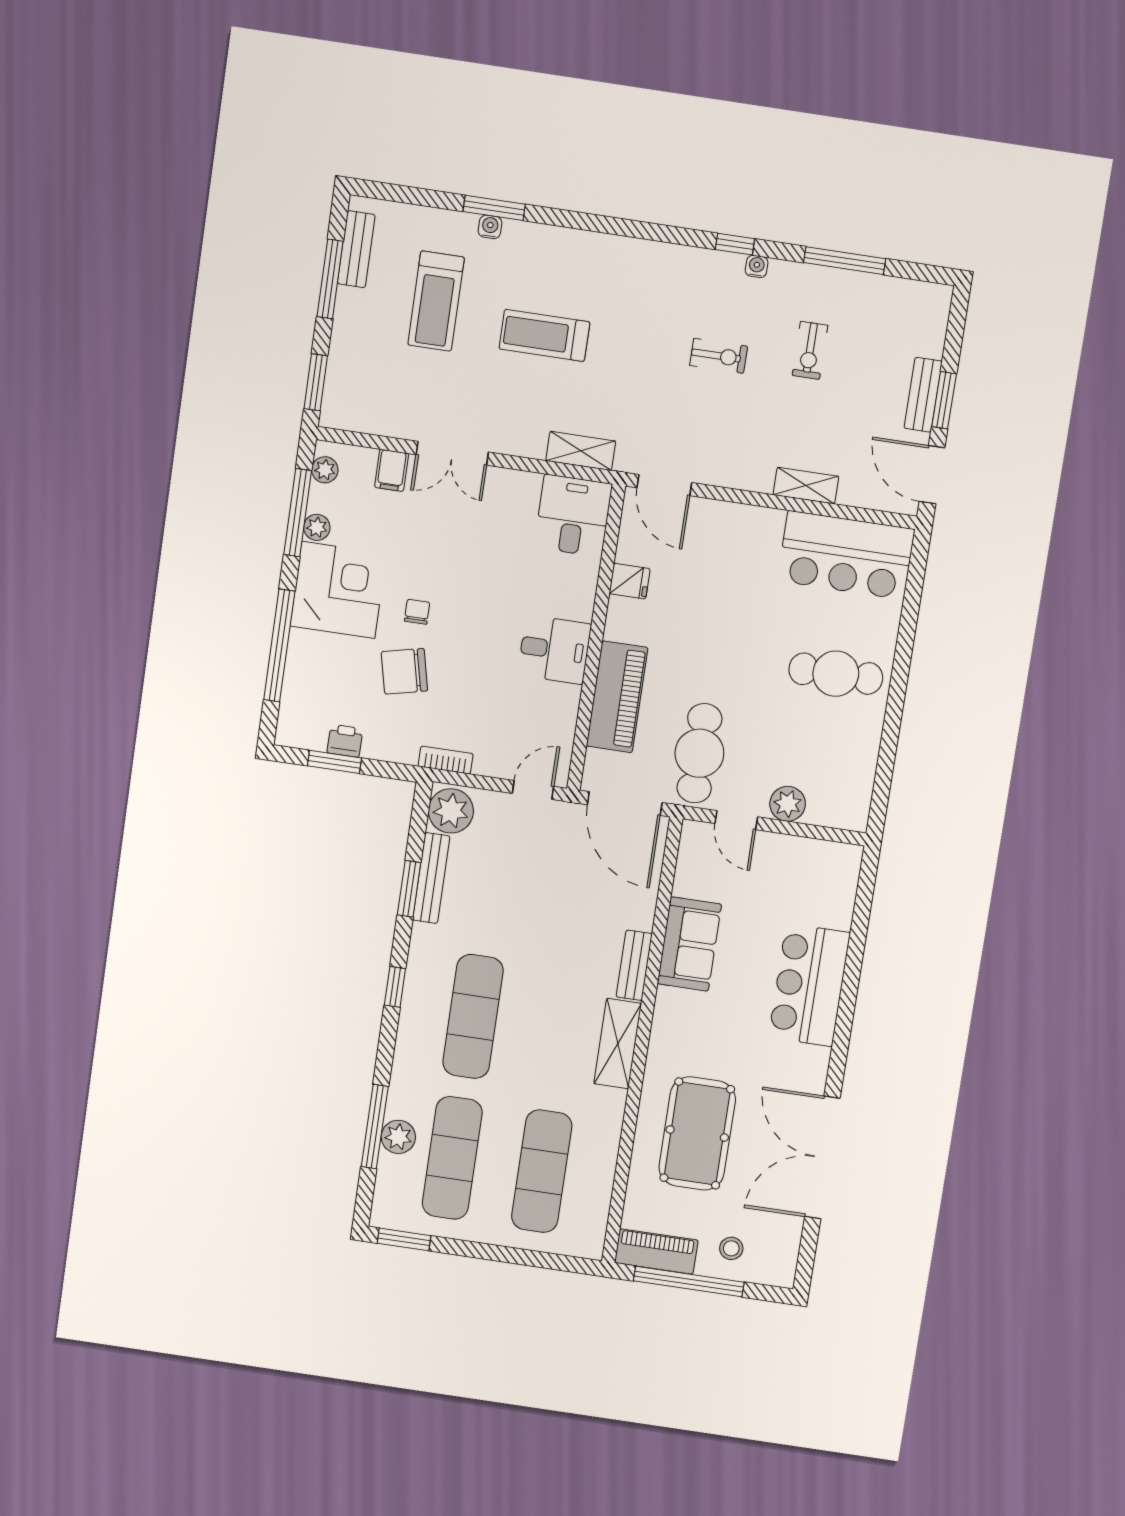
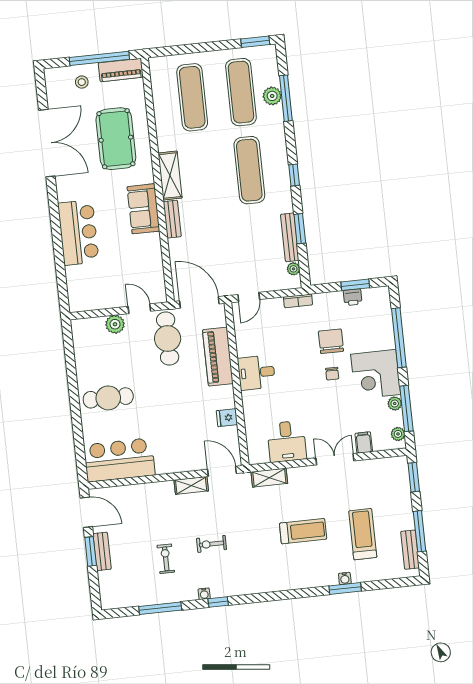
shelving: (806, 486) -> (191, 485), moved
desk: (573, 516) -> (287, 441), moved
chair: (404, 671) -> (331, 341), turned -77
plant: (451, 811) -> (293, 269), width x0.53, depth x0.53
sofa: (689, 944) -> (143, 209), moved

